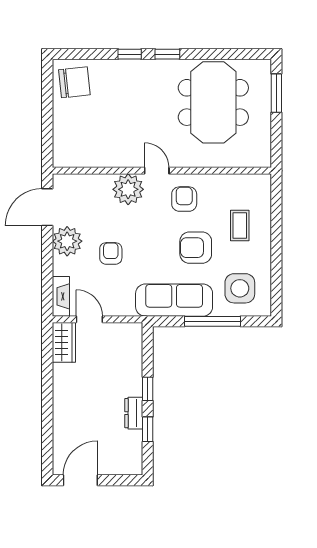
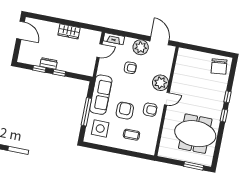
wardrobe: (64, 342) -> (69, 31), moved

